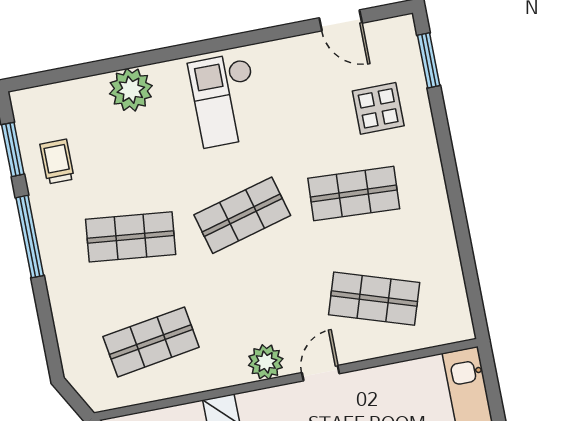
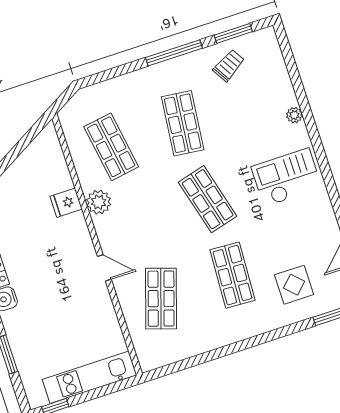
plant: (131, 90) -> (294, 115), width x0.53, depth x0.53
trolley: (57, 162) -> (229, 65), turned -31
plant: (266, 362) -> (99, 202), moved

